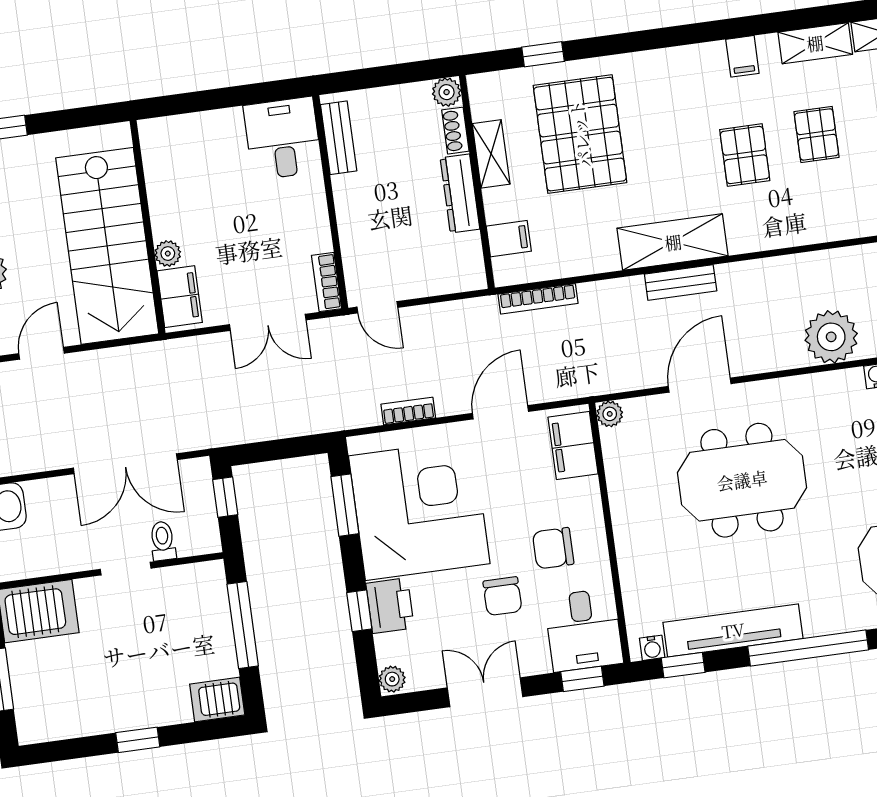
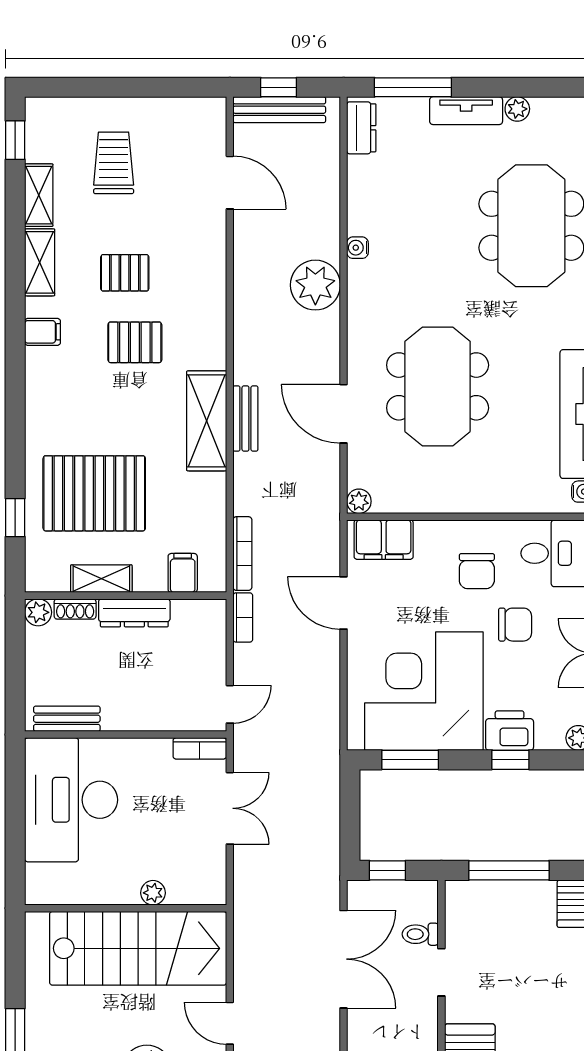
desk: (283, 138) -> (71, 800), width x1.87, depth x1.30
filing cabinet: (180, 297) -> (195, 887), removed
bookcase: (408, 411) -> (243, 617), moved, turned 180

